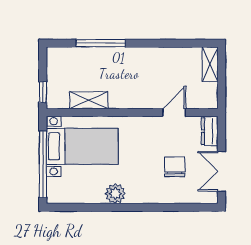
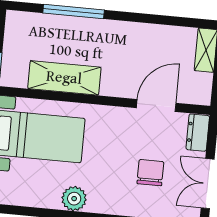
shelving: (89, 100) -> (64, 78), width x1.50, depth x1.33
door: (174, 112) -> (156, 105), width x1.37

